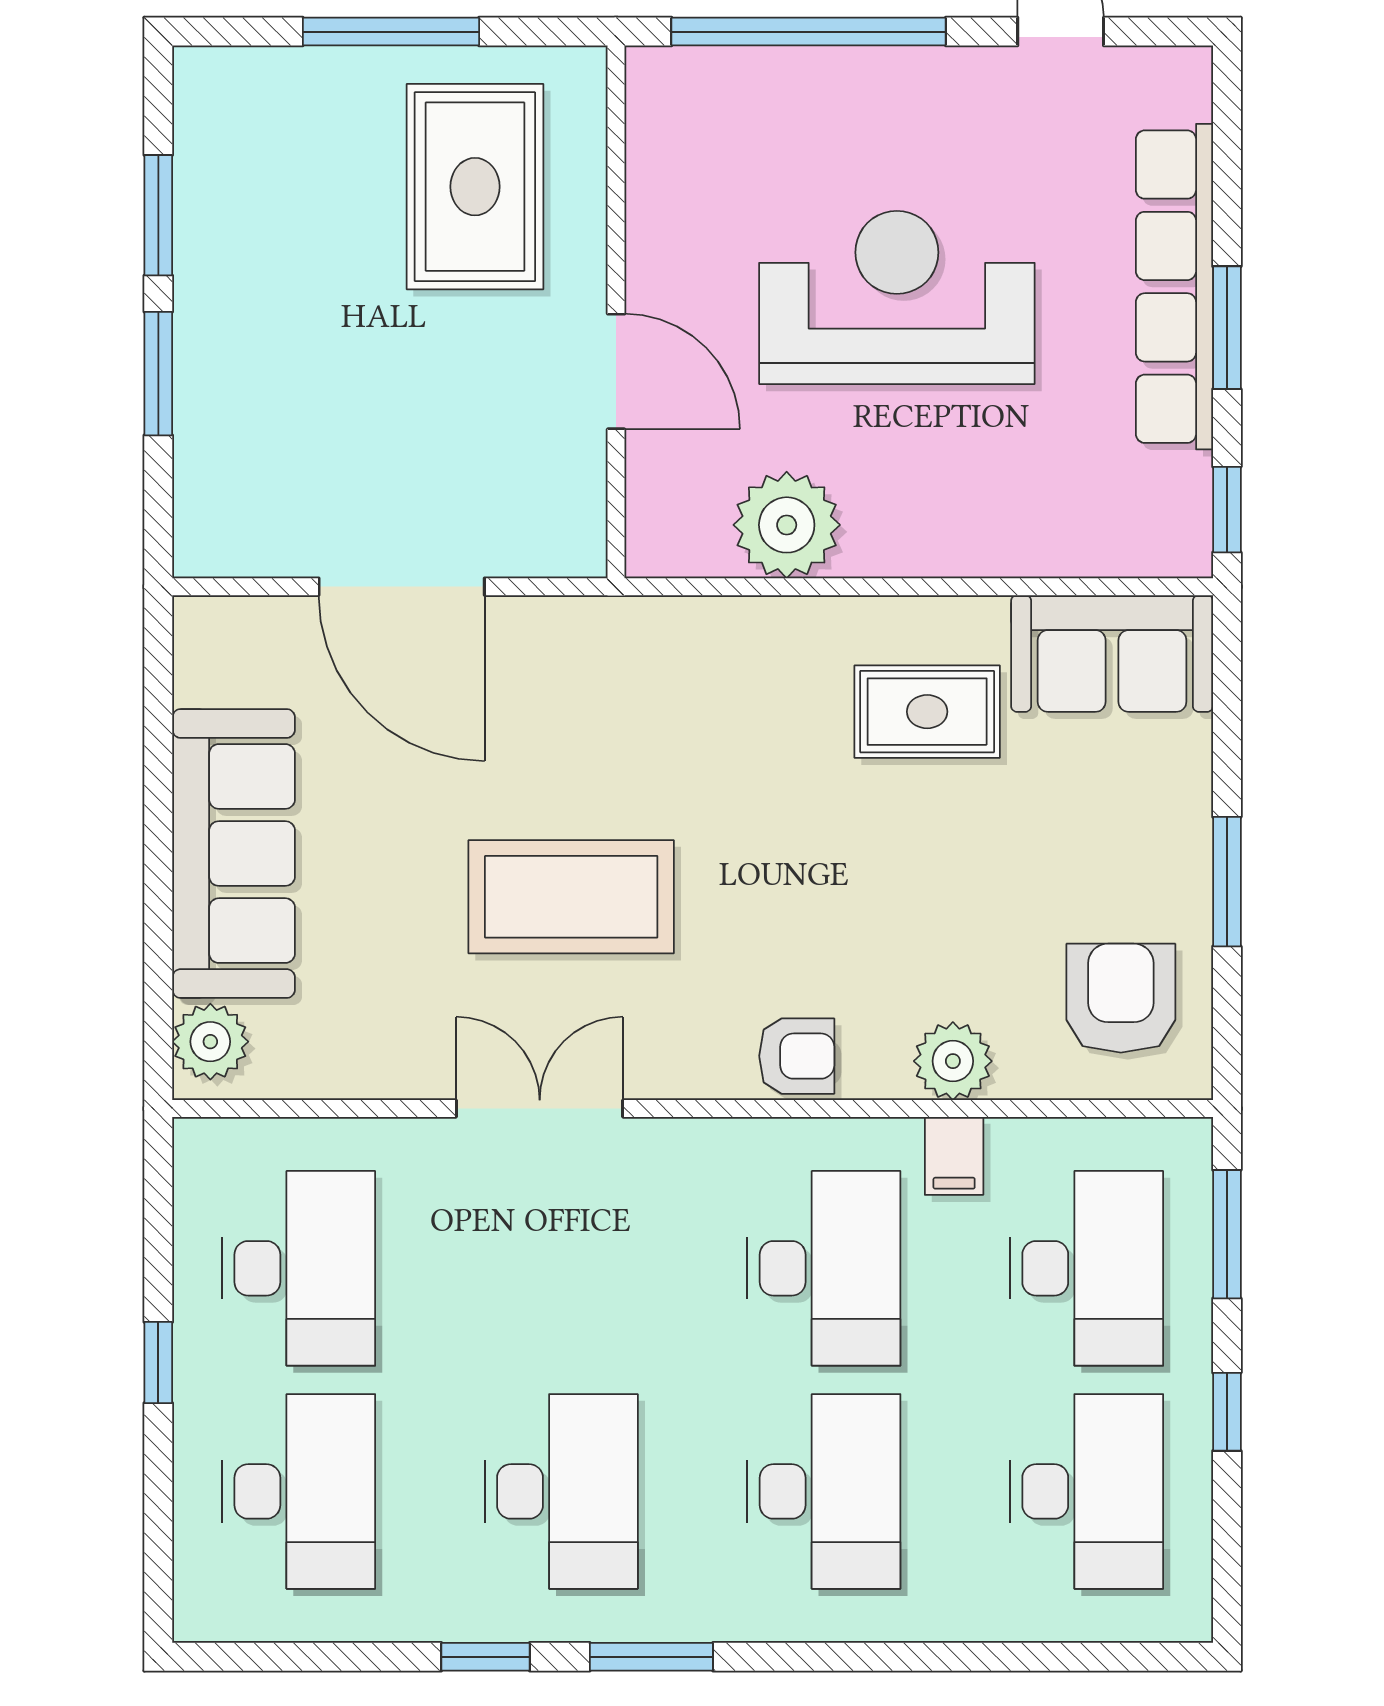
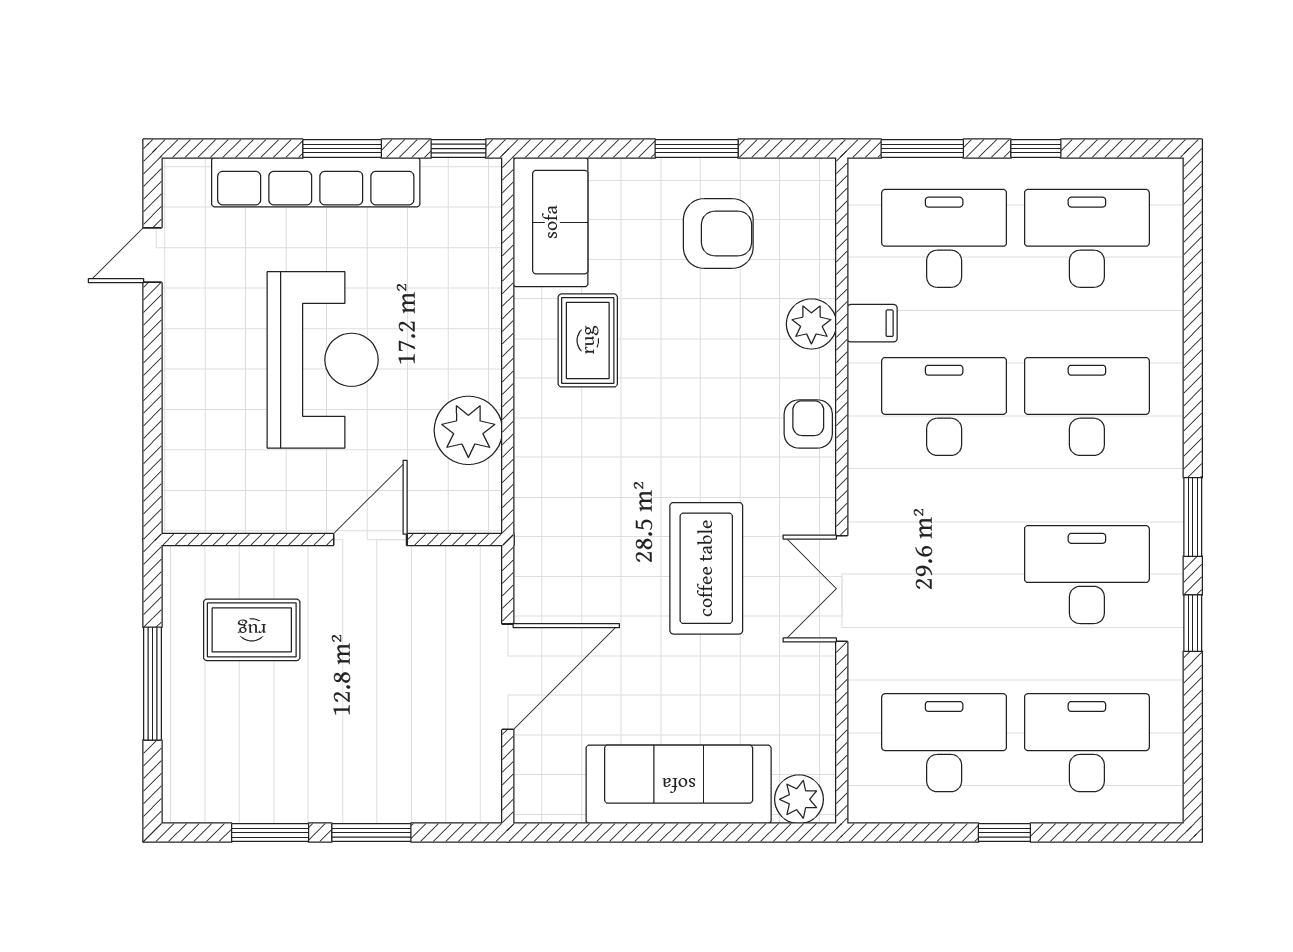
window: (809, 32) -> (152, 416), removed
rug: (475, 187) -> (252, 630), width x0.73, depth x0.70
reception desk: (897, 297) -> (323, 360), turned 180
armchair: (1121, 998) -> (718, 234), moved, turned 180

